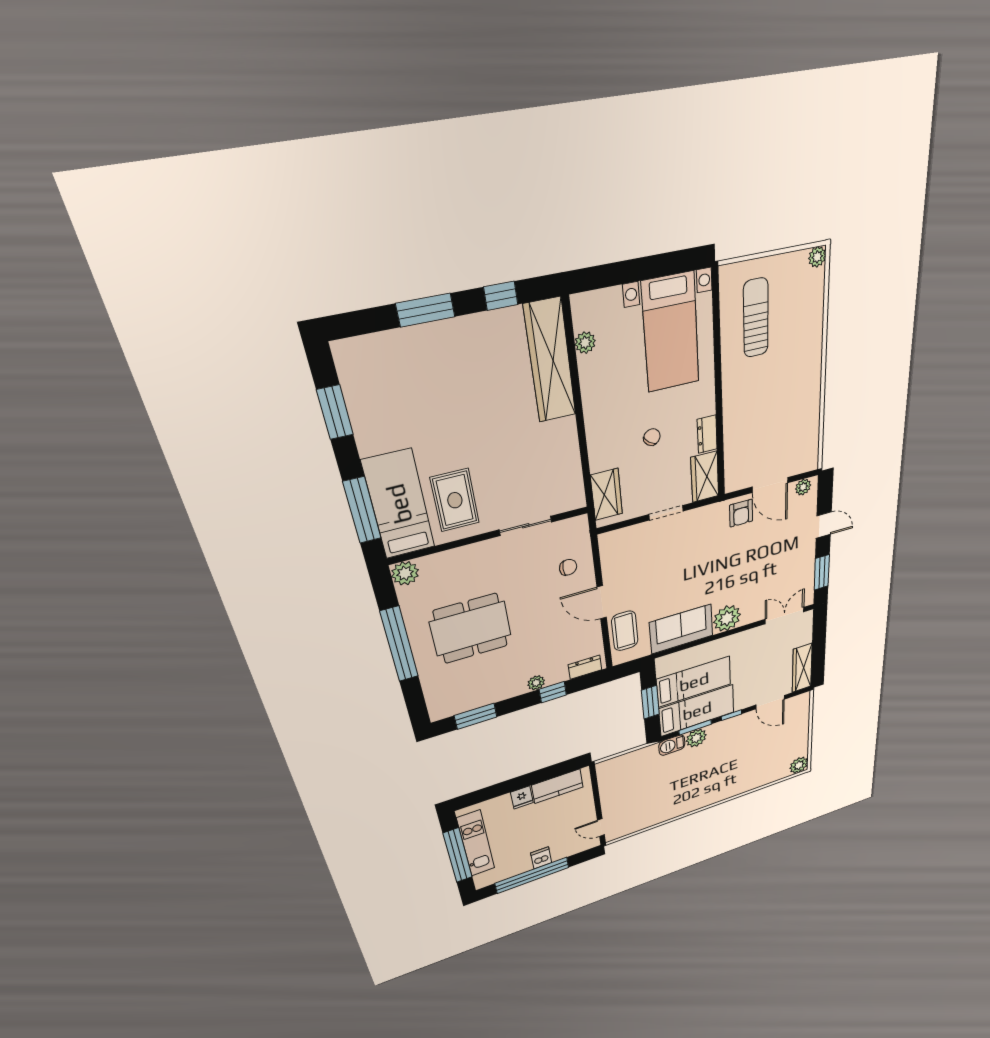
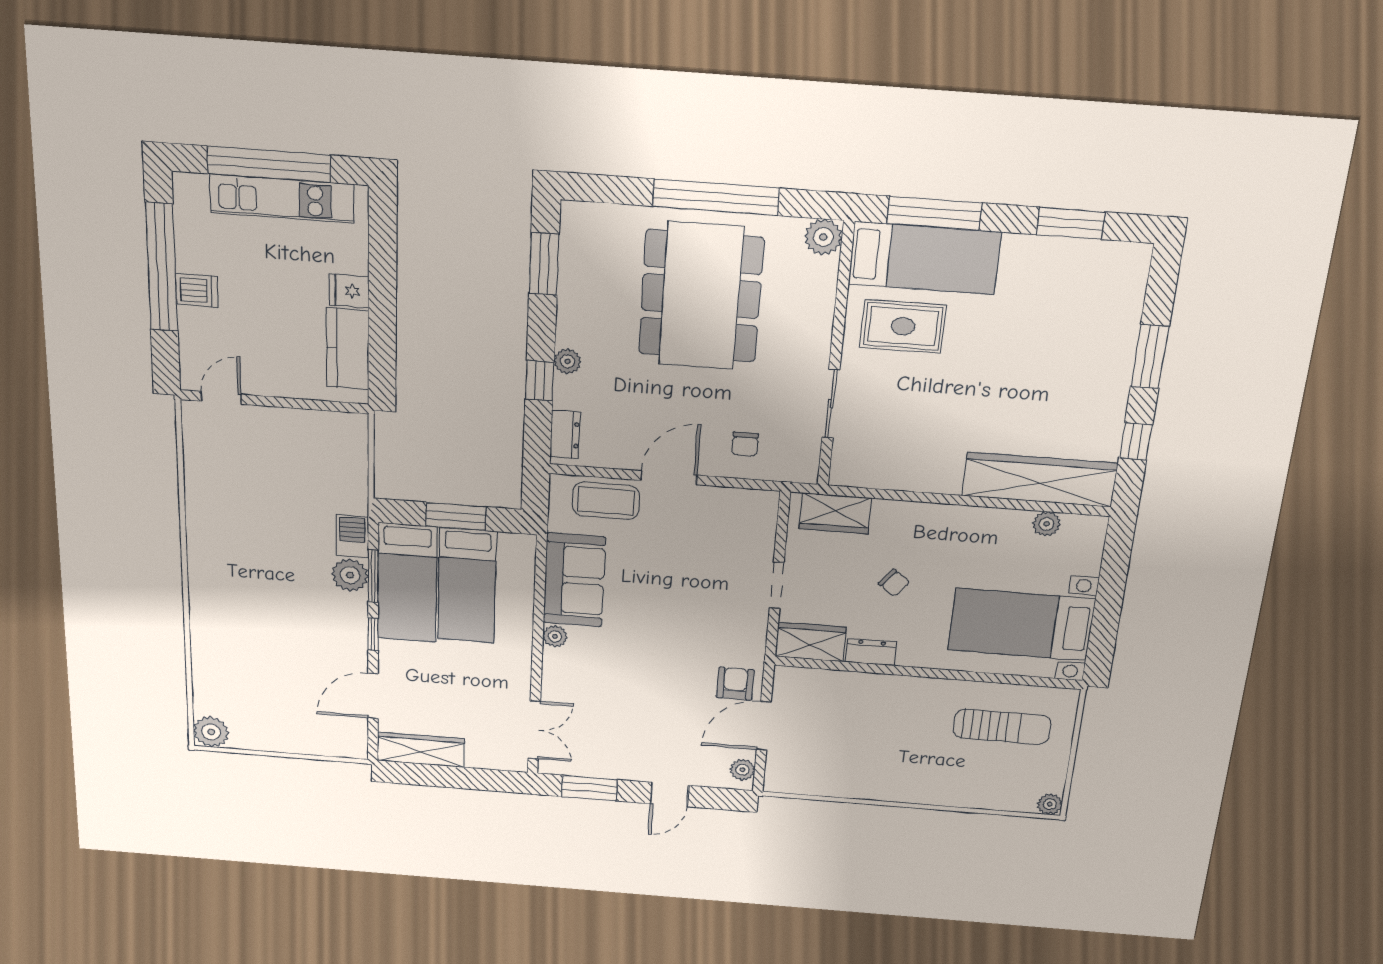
armchair: (741, 513) -> (735, 684), turned 90
plant: (727, 618) -> (555, 636), width x0.53, depth x0.53
dining table: (471, 628) -> (701, 296), width x1.36, depth x1.24

